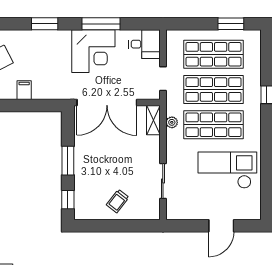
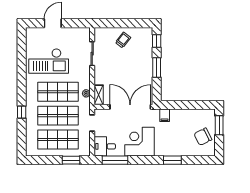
window: (101, 24) -> (115, 160), moved
window: (231, 24) -> (71, 160), moved
filing cabinet: (24, 90) -> (165, 115), moved

